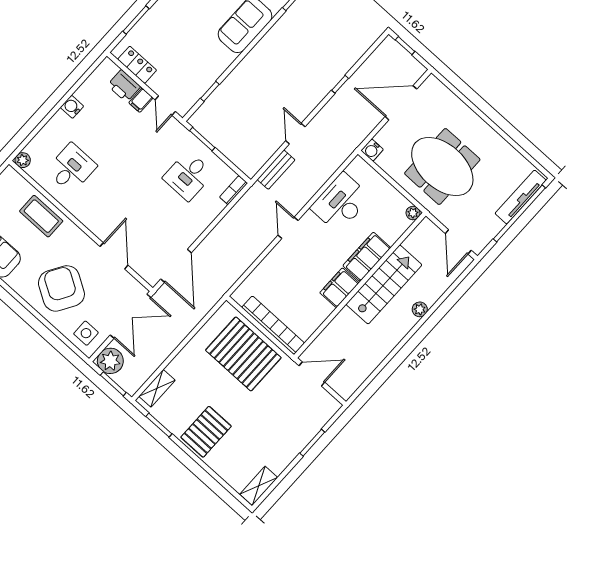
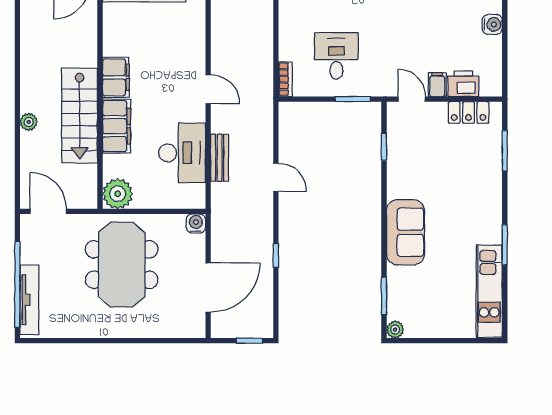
meeting table: (442, 167) -> (122, 265), turned 90
bench: (276, 170) -> (220, 158), moved
plant: (413, 213) -> (118, 194), width x1.88, depth x1.88

